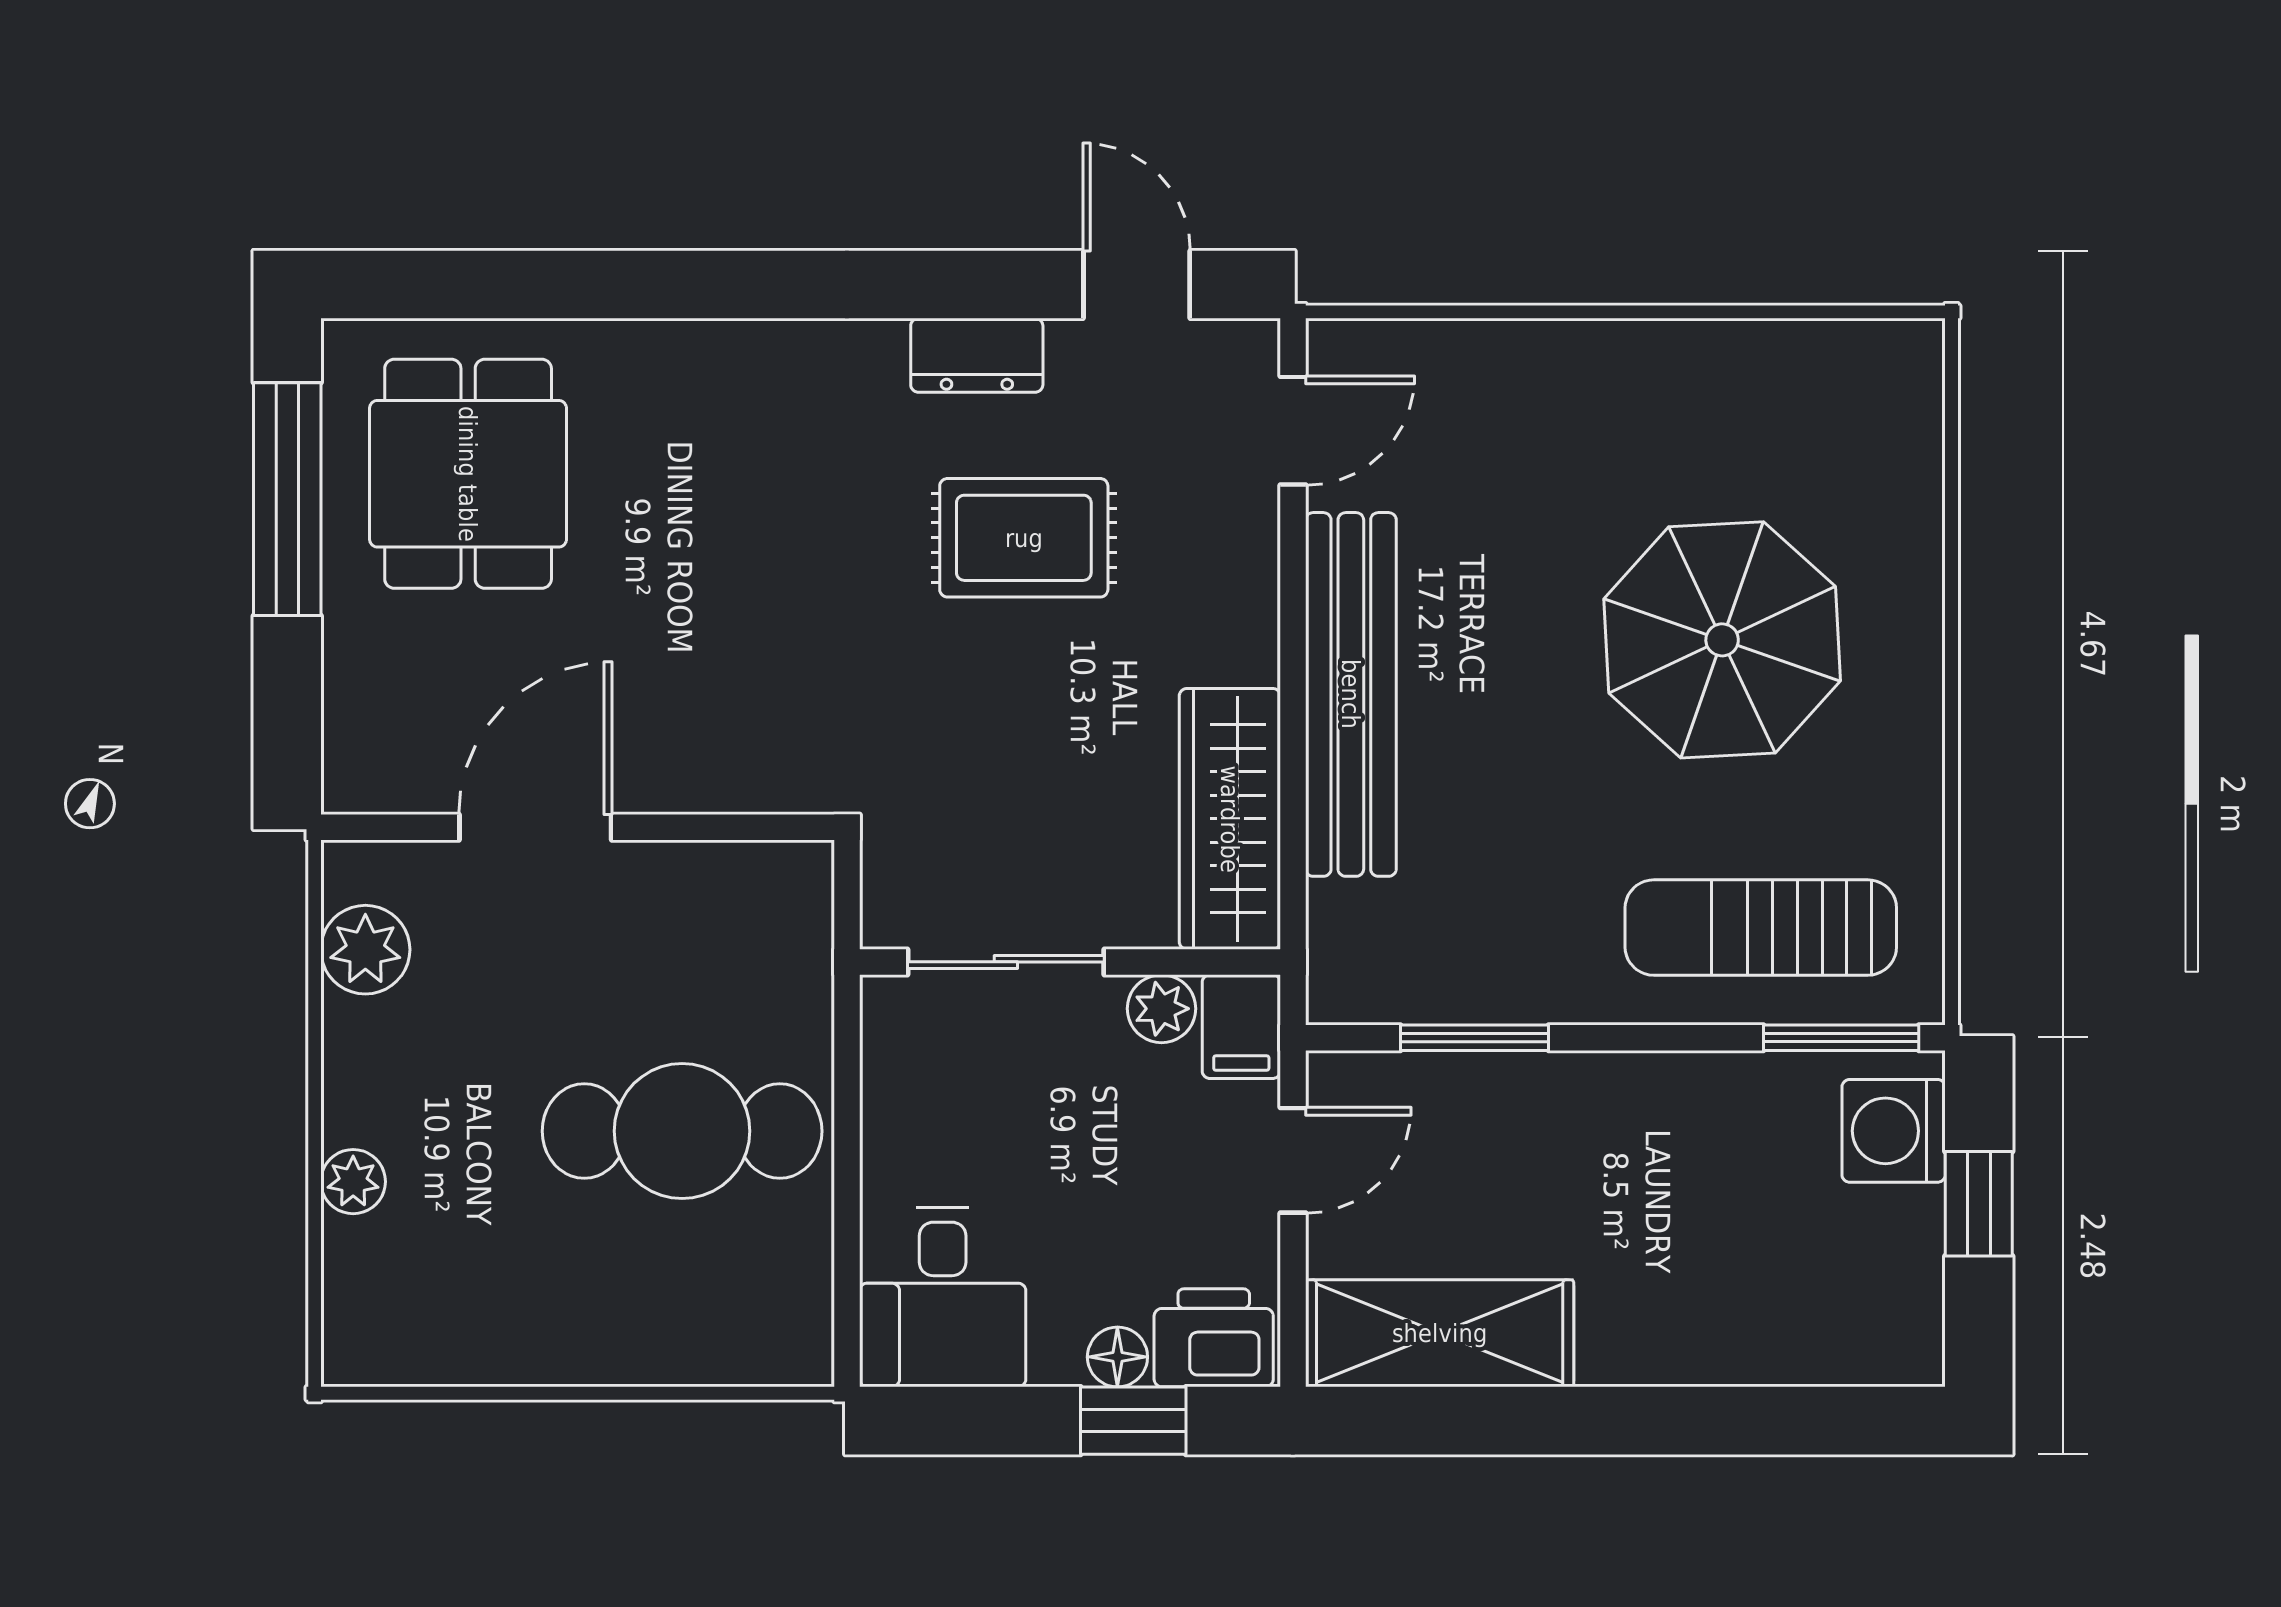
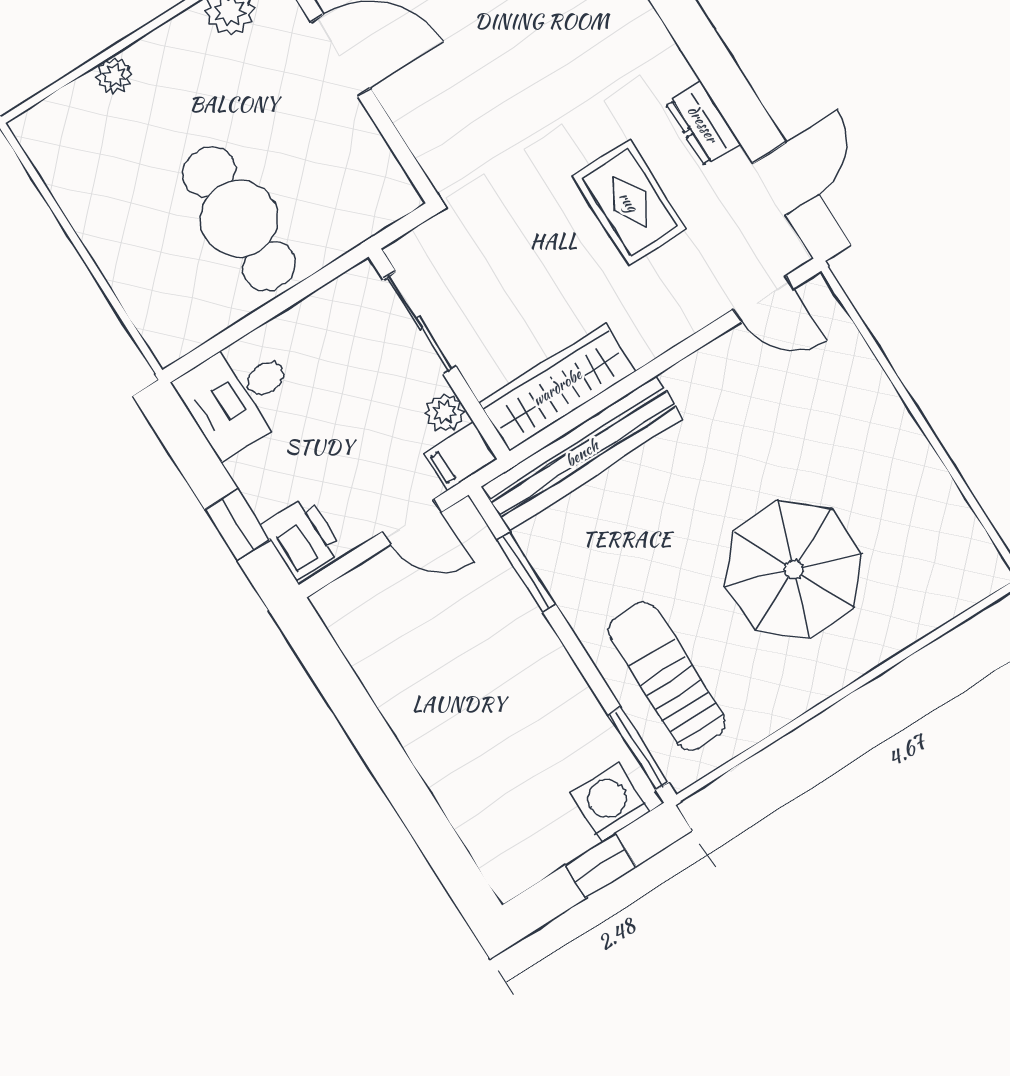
bench: (1351, 694) -> (582, 453), moved
shelving: (1440, 1333) -> (373, 646), removed
floor lamp: (1117, 1357) -> (263, 498), removed

